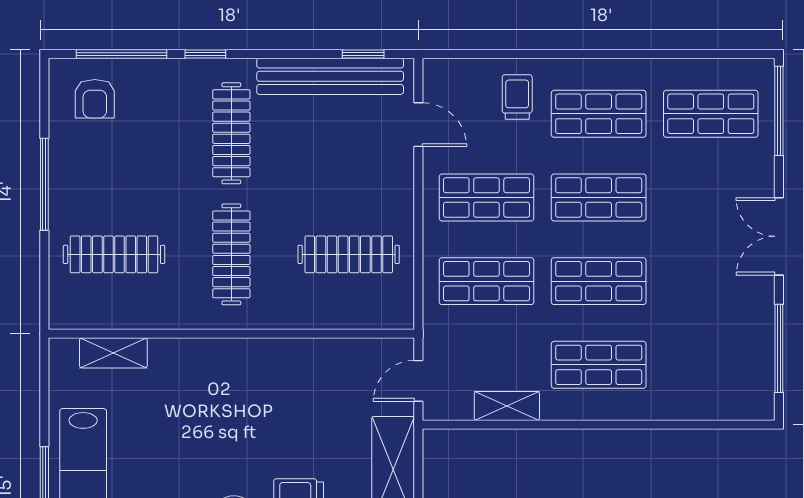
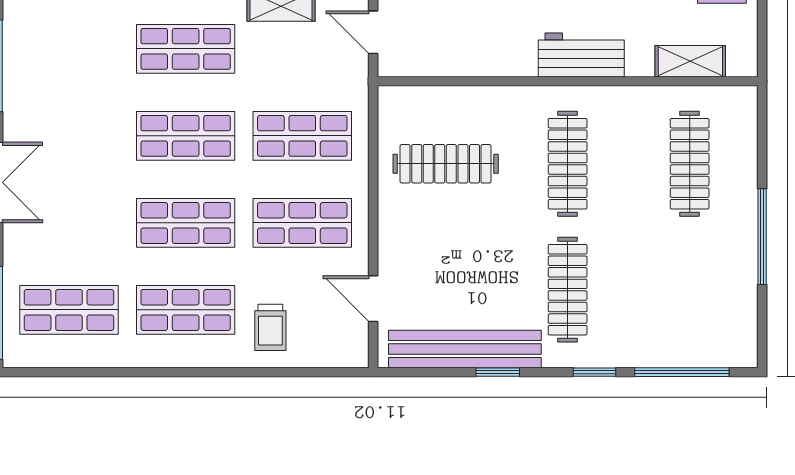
window: (363, 54) -> (498, 372), moved
armchair: (95, 99) -> (710, 326), removed
clothes rail: (114, 254) -> (690, 164), turned 90
workbench: (218, 359) -> (581, 55), added
door: (418, 381) -> (373, 32), swing flipped

